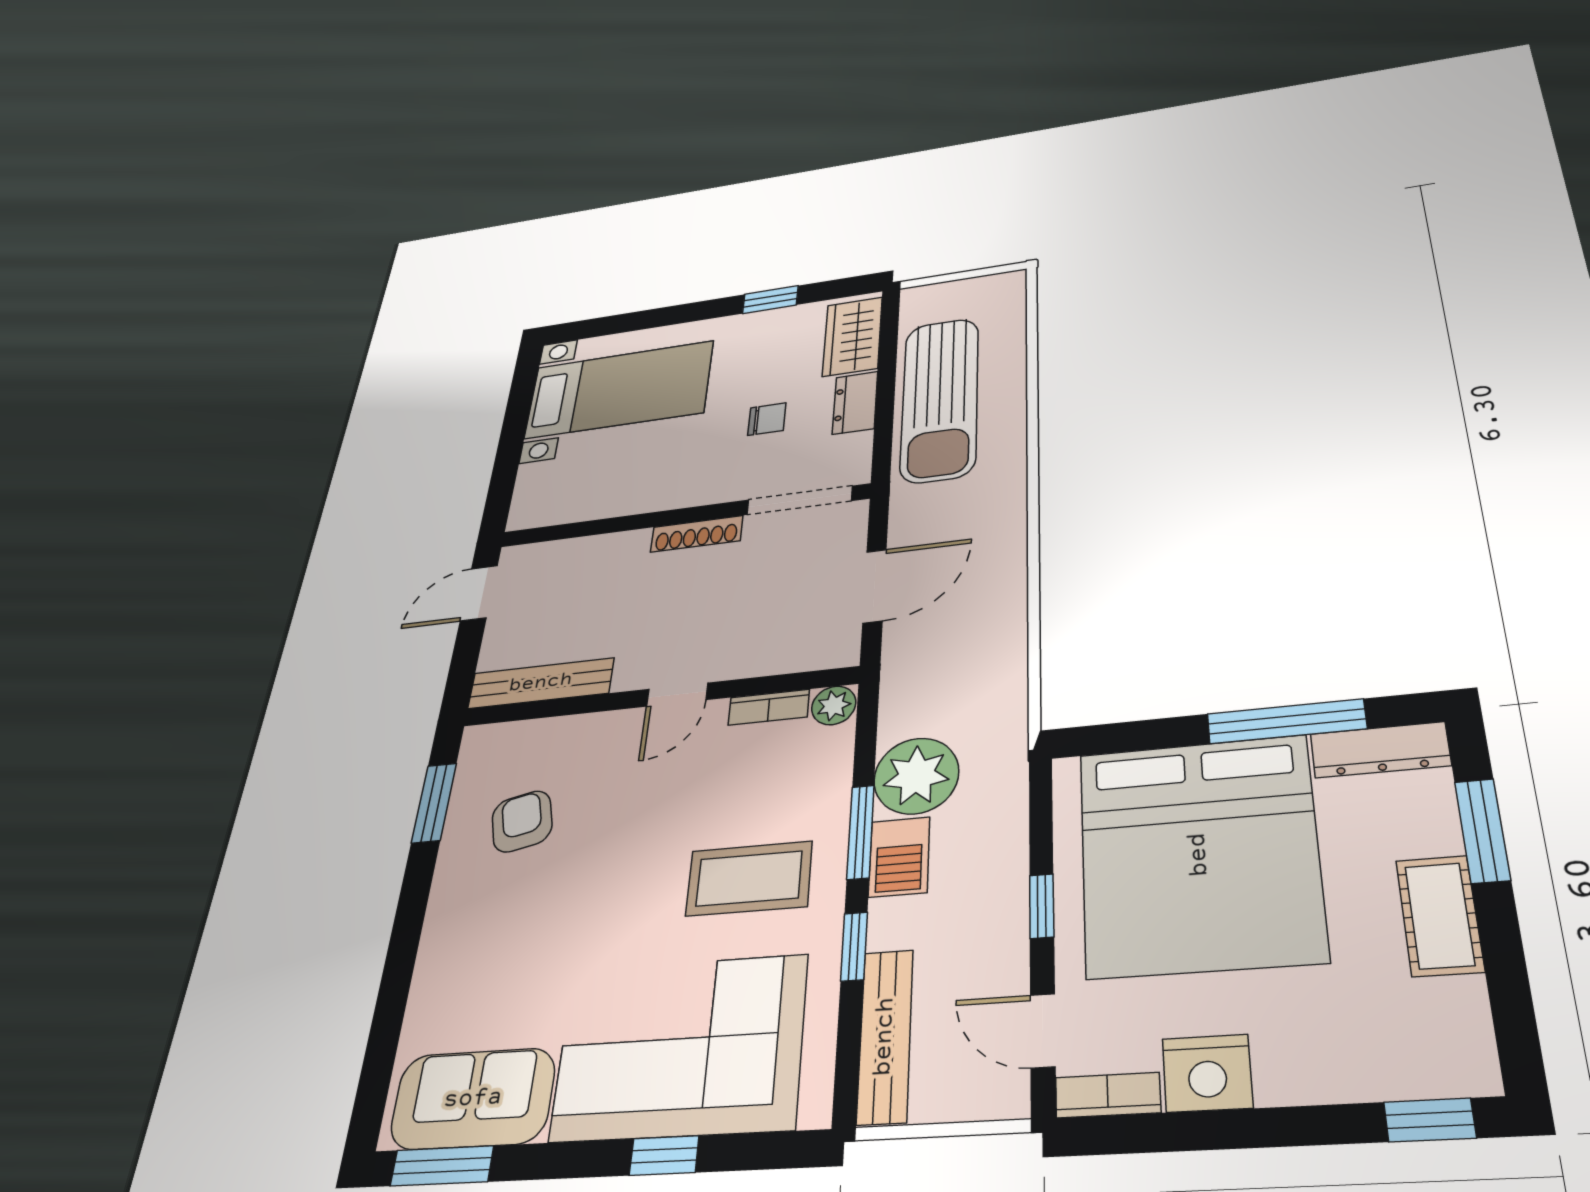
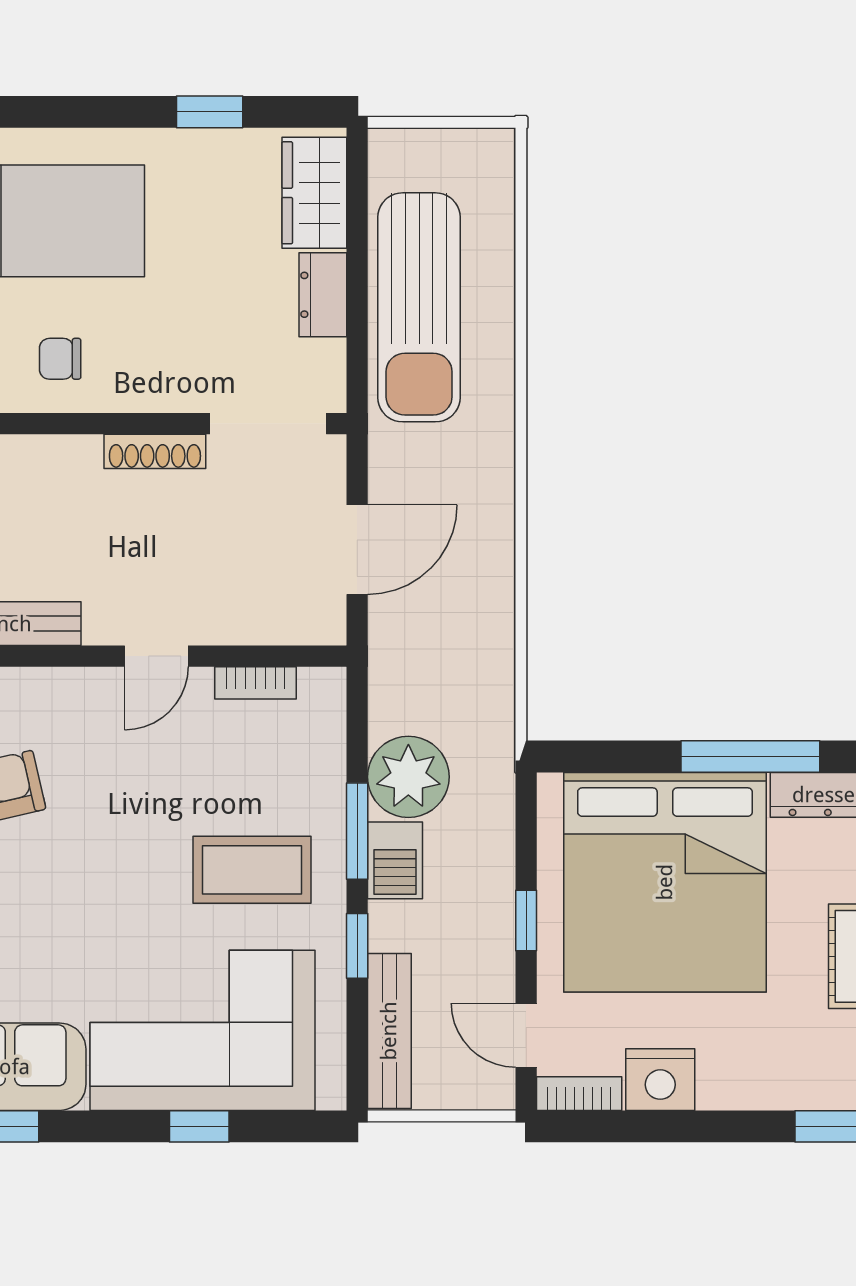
chair: (767, 419) -> (60, 359), moved, turned 180
plant: (834, 705) -> (323, 689), removed

